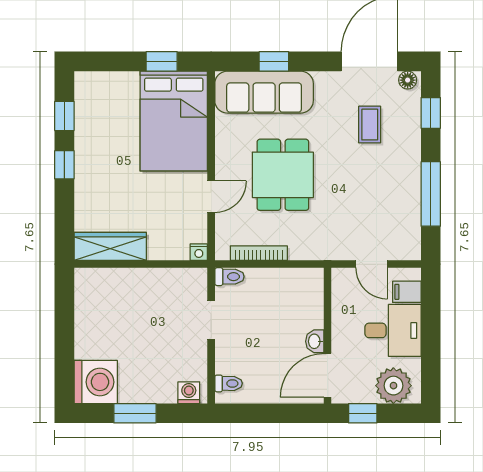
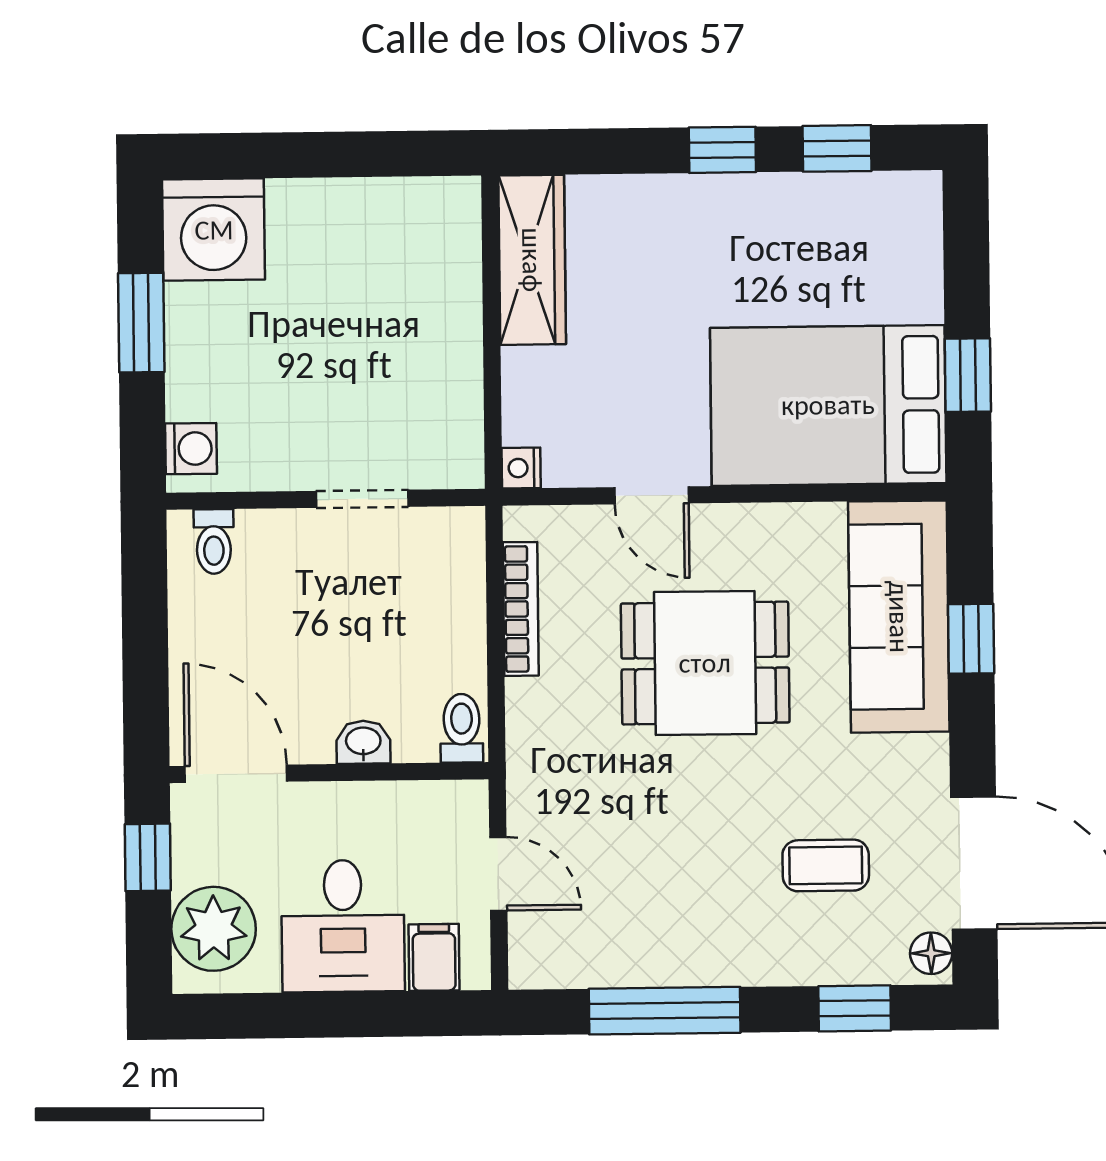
door: (372, 264) -> (498, 874), swing flipped
toilet: (229, 277) -> (462, 728), moved, turned 180
washbasin: (315, 341) -> (363, 742), moved

